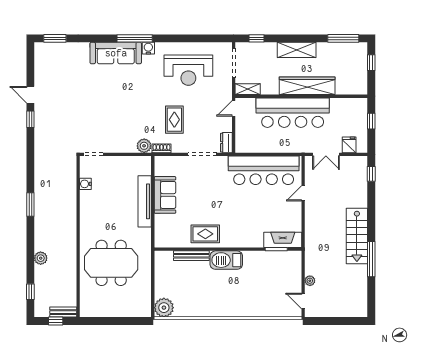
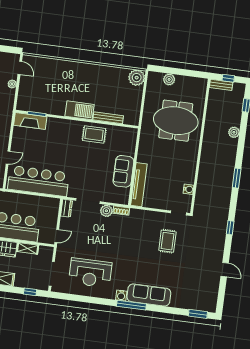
reception desk: (188, 70) -> (90, 273), turned 180
shelving: (248, 89) -> (28, 248), moved
window: (30, 119) -> (230, 228), moved
rug: (174, 120) -> (167, 241), moved
plant: (144, 146) -> (106, 211), moved
tv unit: (145, 201) -> (139, 185), moved
plant: (125, 310) -> (169, 79), added

